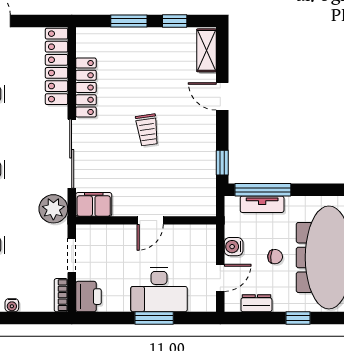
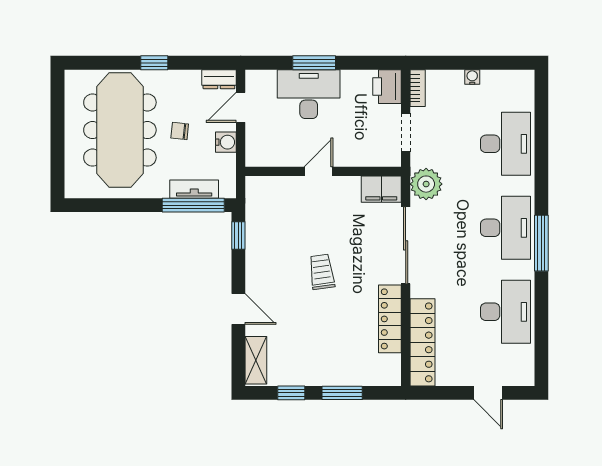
dresser: (256, 303) -> (219, 79), moved

